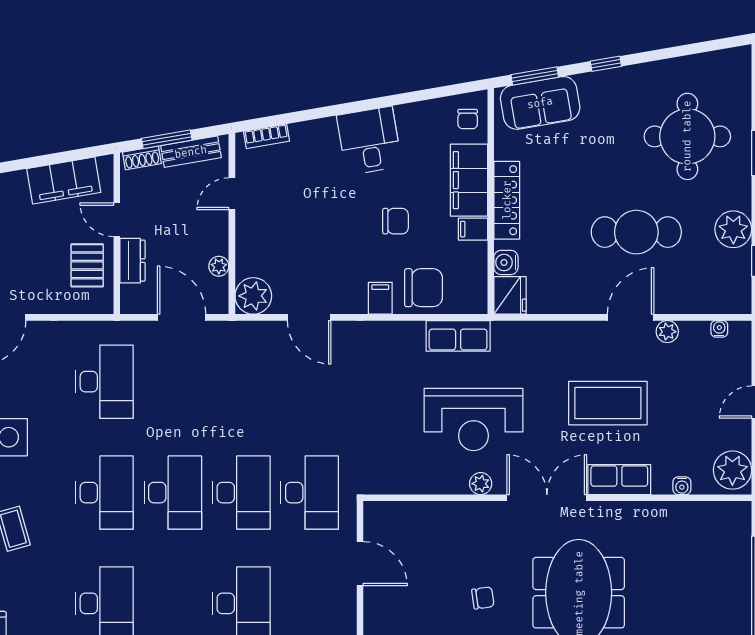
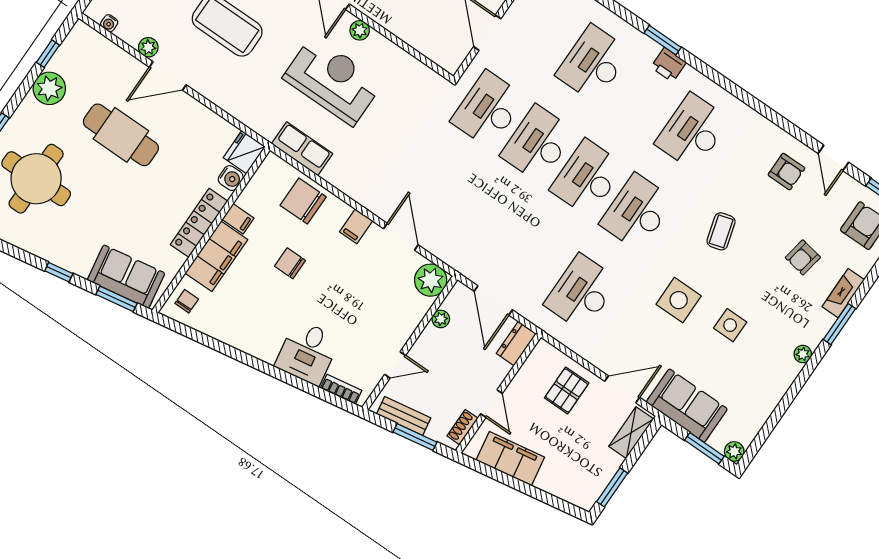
desk: (369, 141) -> (307, 352), moved
shoe rack: (142, 158) -> (462, 427), moved, turned -80
dresser: (132, 261) -> (516, 343), moved
pallet: (87, 265) -> (567, 390), moved
filing cabinet: (380, 298) -> (356, 226), moved

